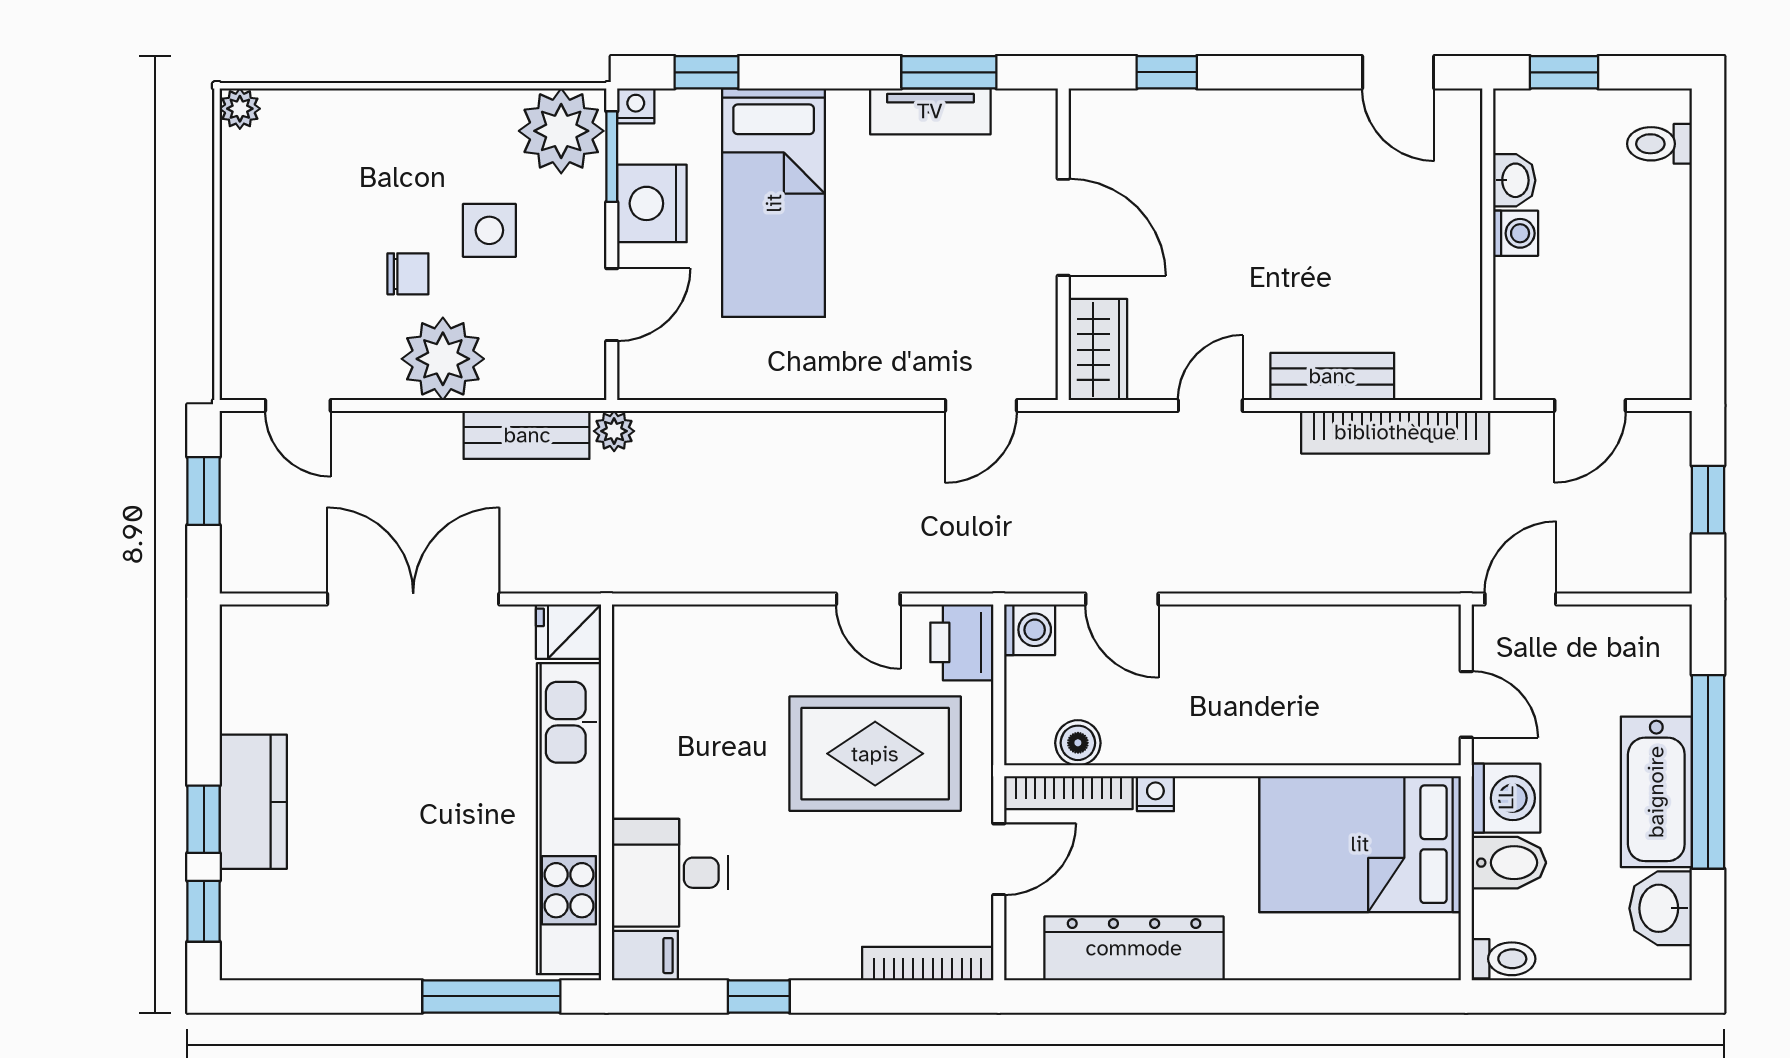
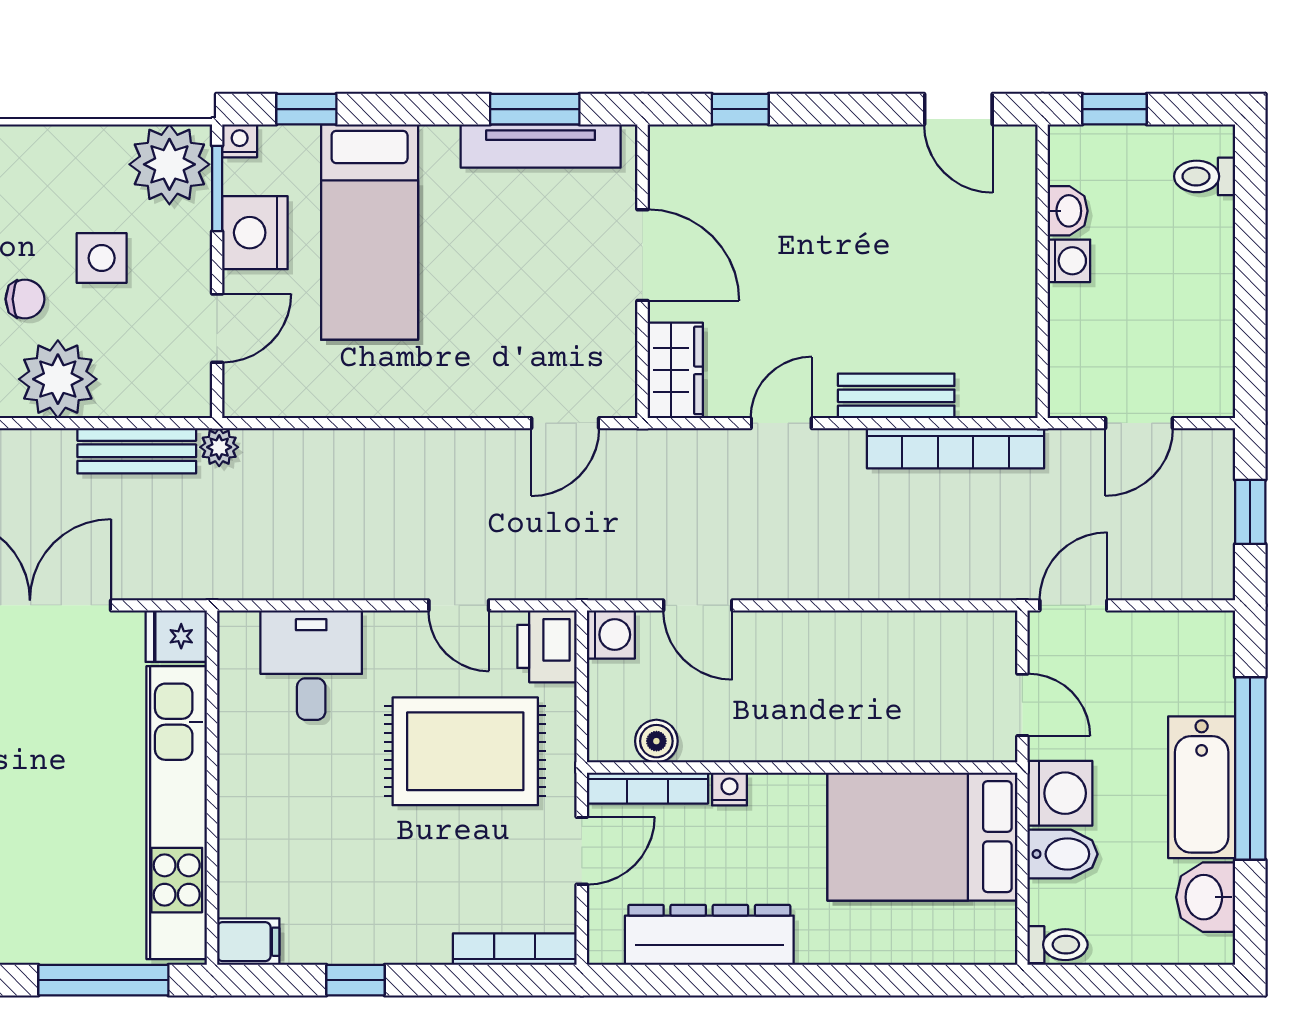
tv unit: (930, 111) -> (541, 146), width x1.41
desk: (670, 873) -> (311, 665), moved, turned 90

